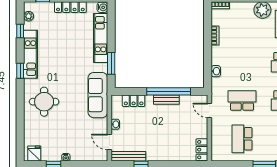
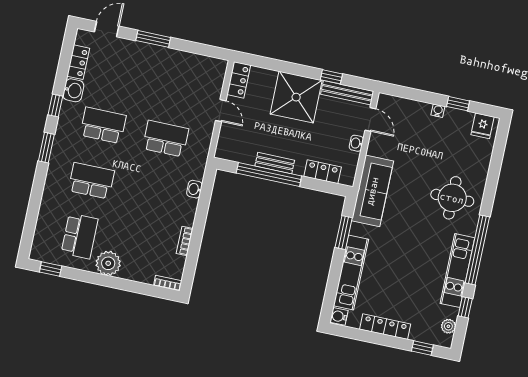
window: (20, 71) -> (477, 250), width x3.17
school desk: (242, 101) -> (166, 139), turned 180
door: (209, 110) -> (221, 111), moved
school desk: (242, 139) -> (177, 83), removed
shower: (162, 146) -> (296, 97), added

